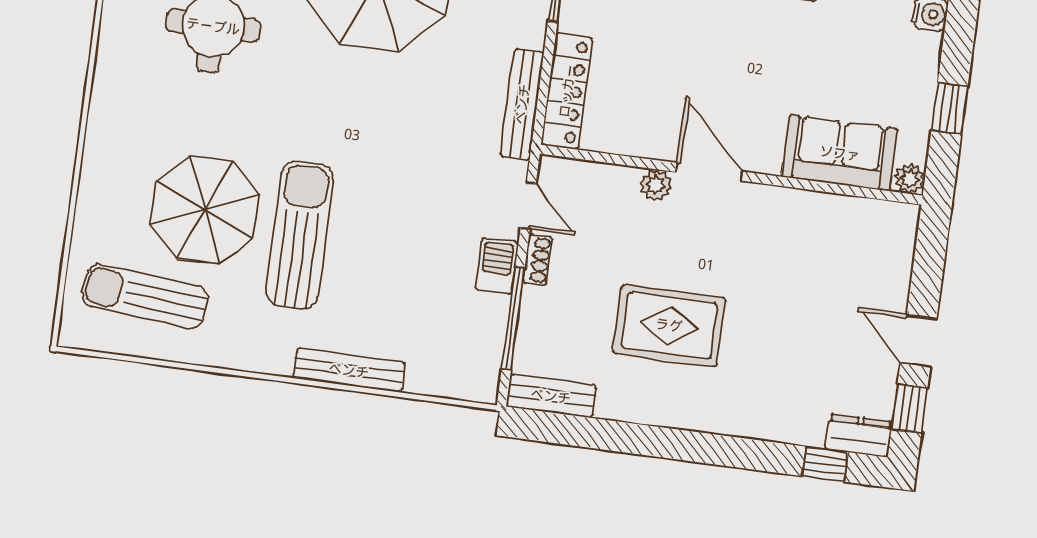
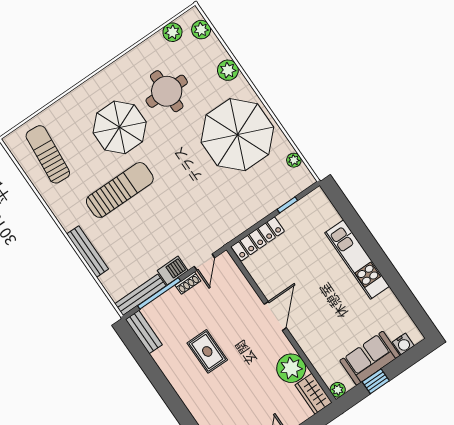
bench: (522, 104) -> (140, 295), moved
sofa: (840, 153) -> (370, 358), moved, turned -90
plant: (656, 185) -> (291, 368), moved, width x1.88, depth x1.88
parasol: (205, 210) -> (120, 127), moved
wardrobe: (882, 221) -> (314, 394), added
rug: (669, 325) -> (207, 351), width x0.73, depth x0.70

